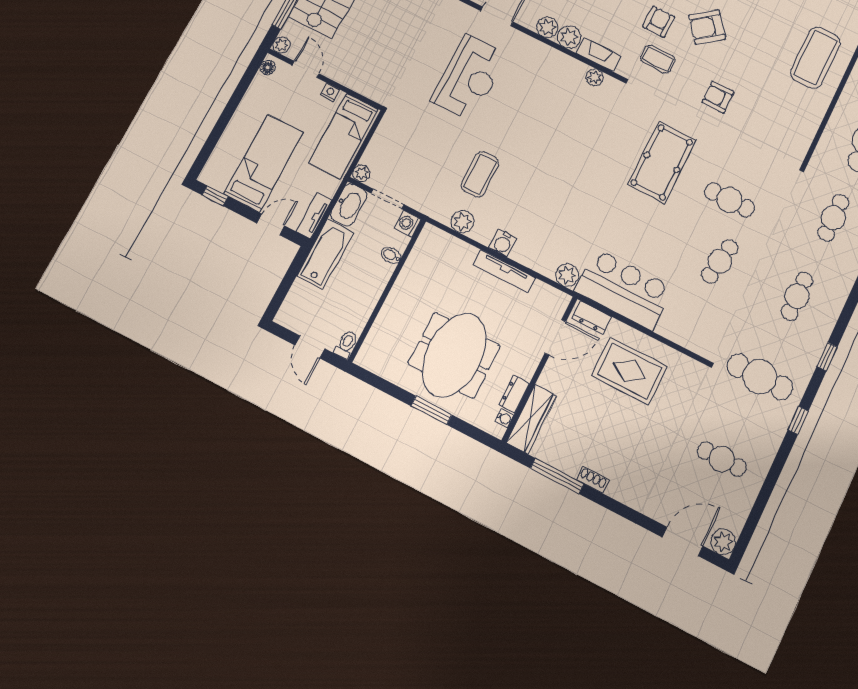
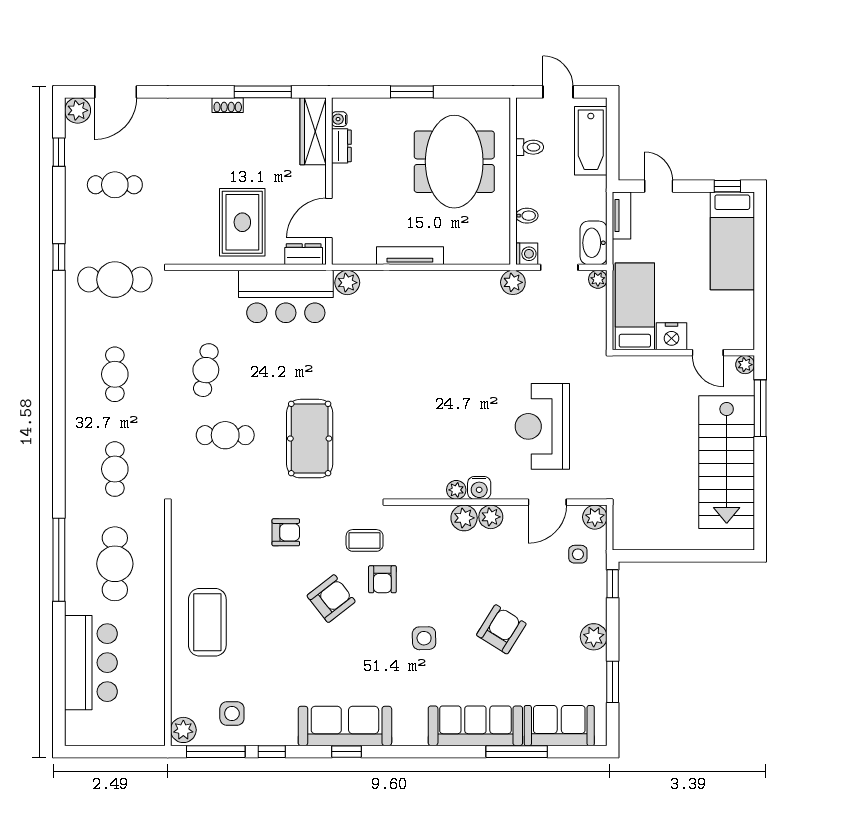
fireplace: (598, 55) -> (426, 515), removed
floor lamp: (268, 68) -> (746, 336), removed
plant: (595, 77) -> (456, 490), moved
nightstand: (330, 92) -> (672, 336), width x1.89, depth x1.79
bed: (264, 163) -> (732, 241), moved
coffee table: (480, 174) -> (482, 337), removed
plant: (462, 222) -> (513, 282), moved
door: (271, 224) -> (659, 186), swing flipped
water cooler: (503, 243) -> (479, 488), moved, turned 180
bathtub: (325, 254) -> (591, 141), moved
toilet: (346, 344) -> (530, 147), moved, turned -90
meeting table: (454, 355) -> (454, 162), moved
window: (827, 357) -> (59, 152), moved
rug: (629, 371) -> (242, 222), turned 90

